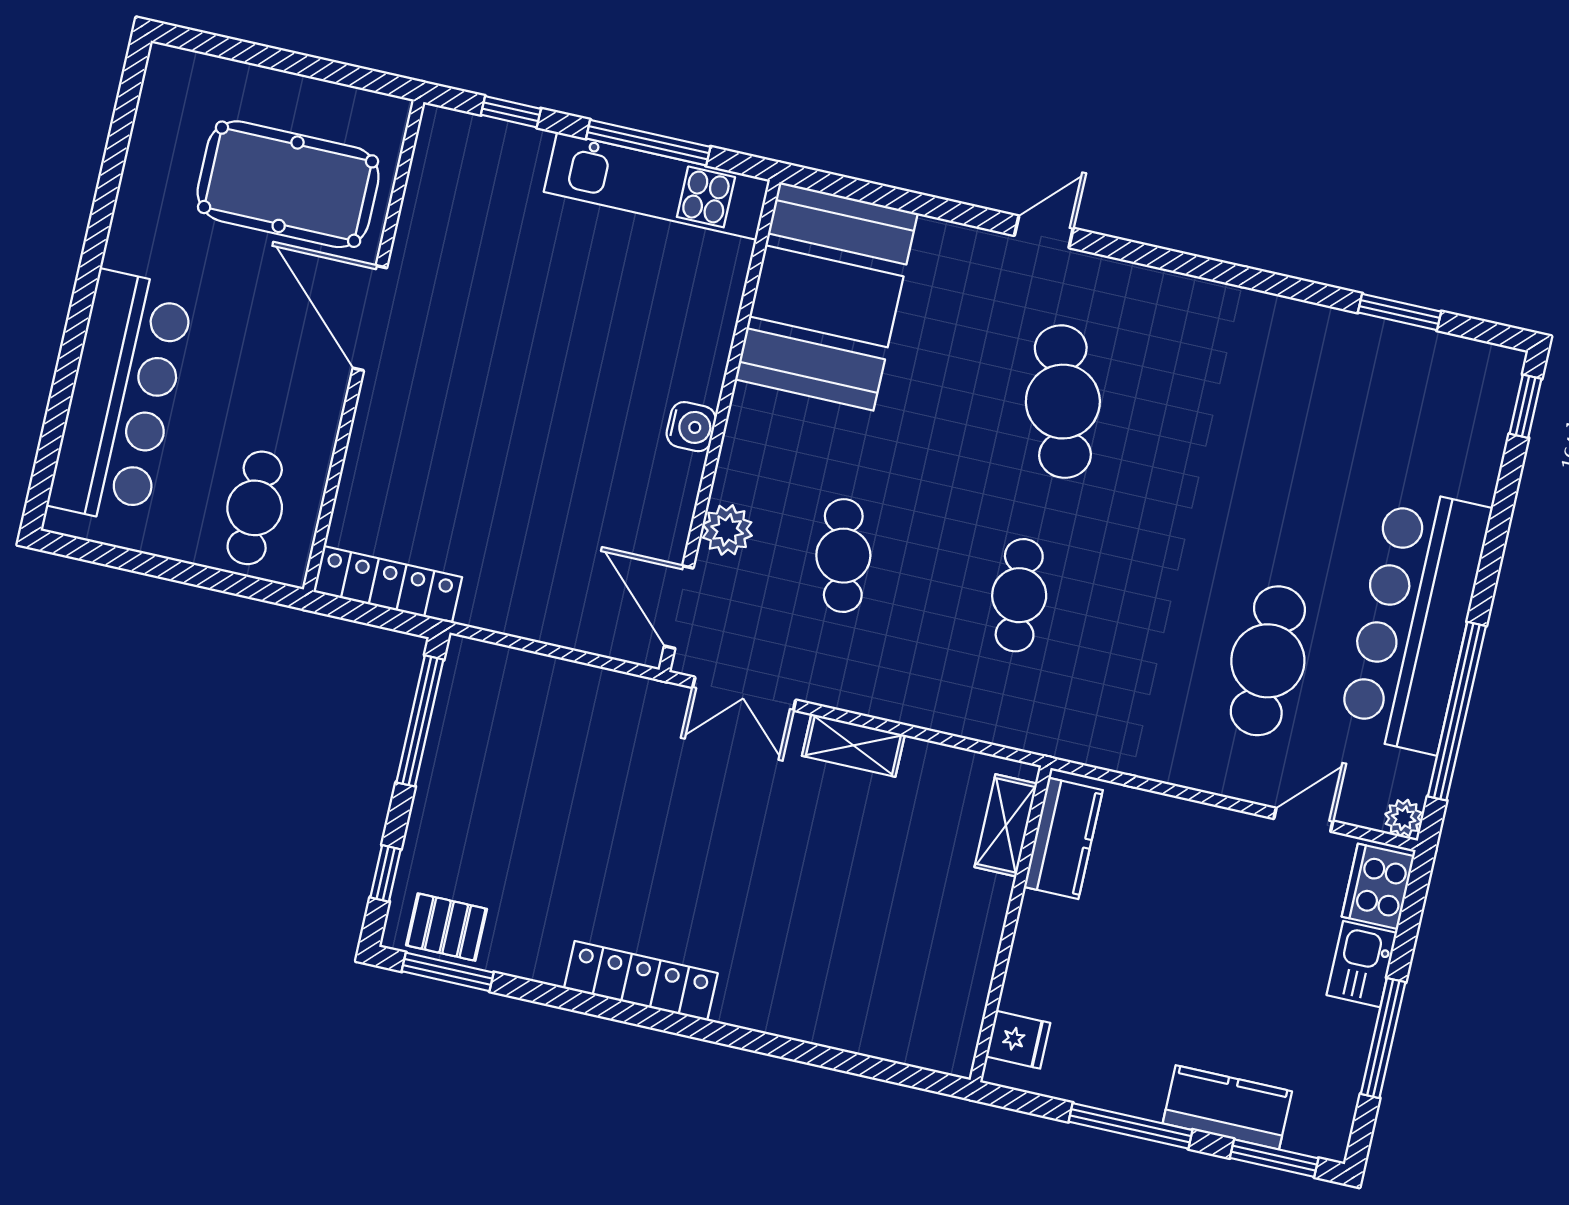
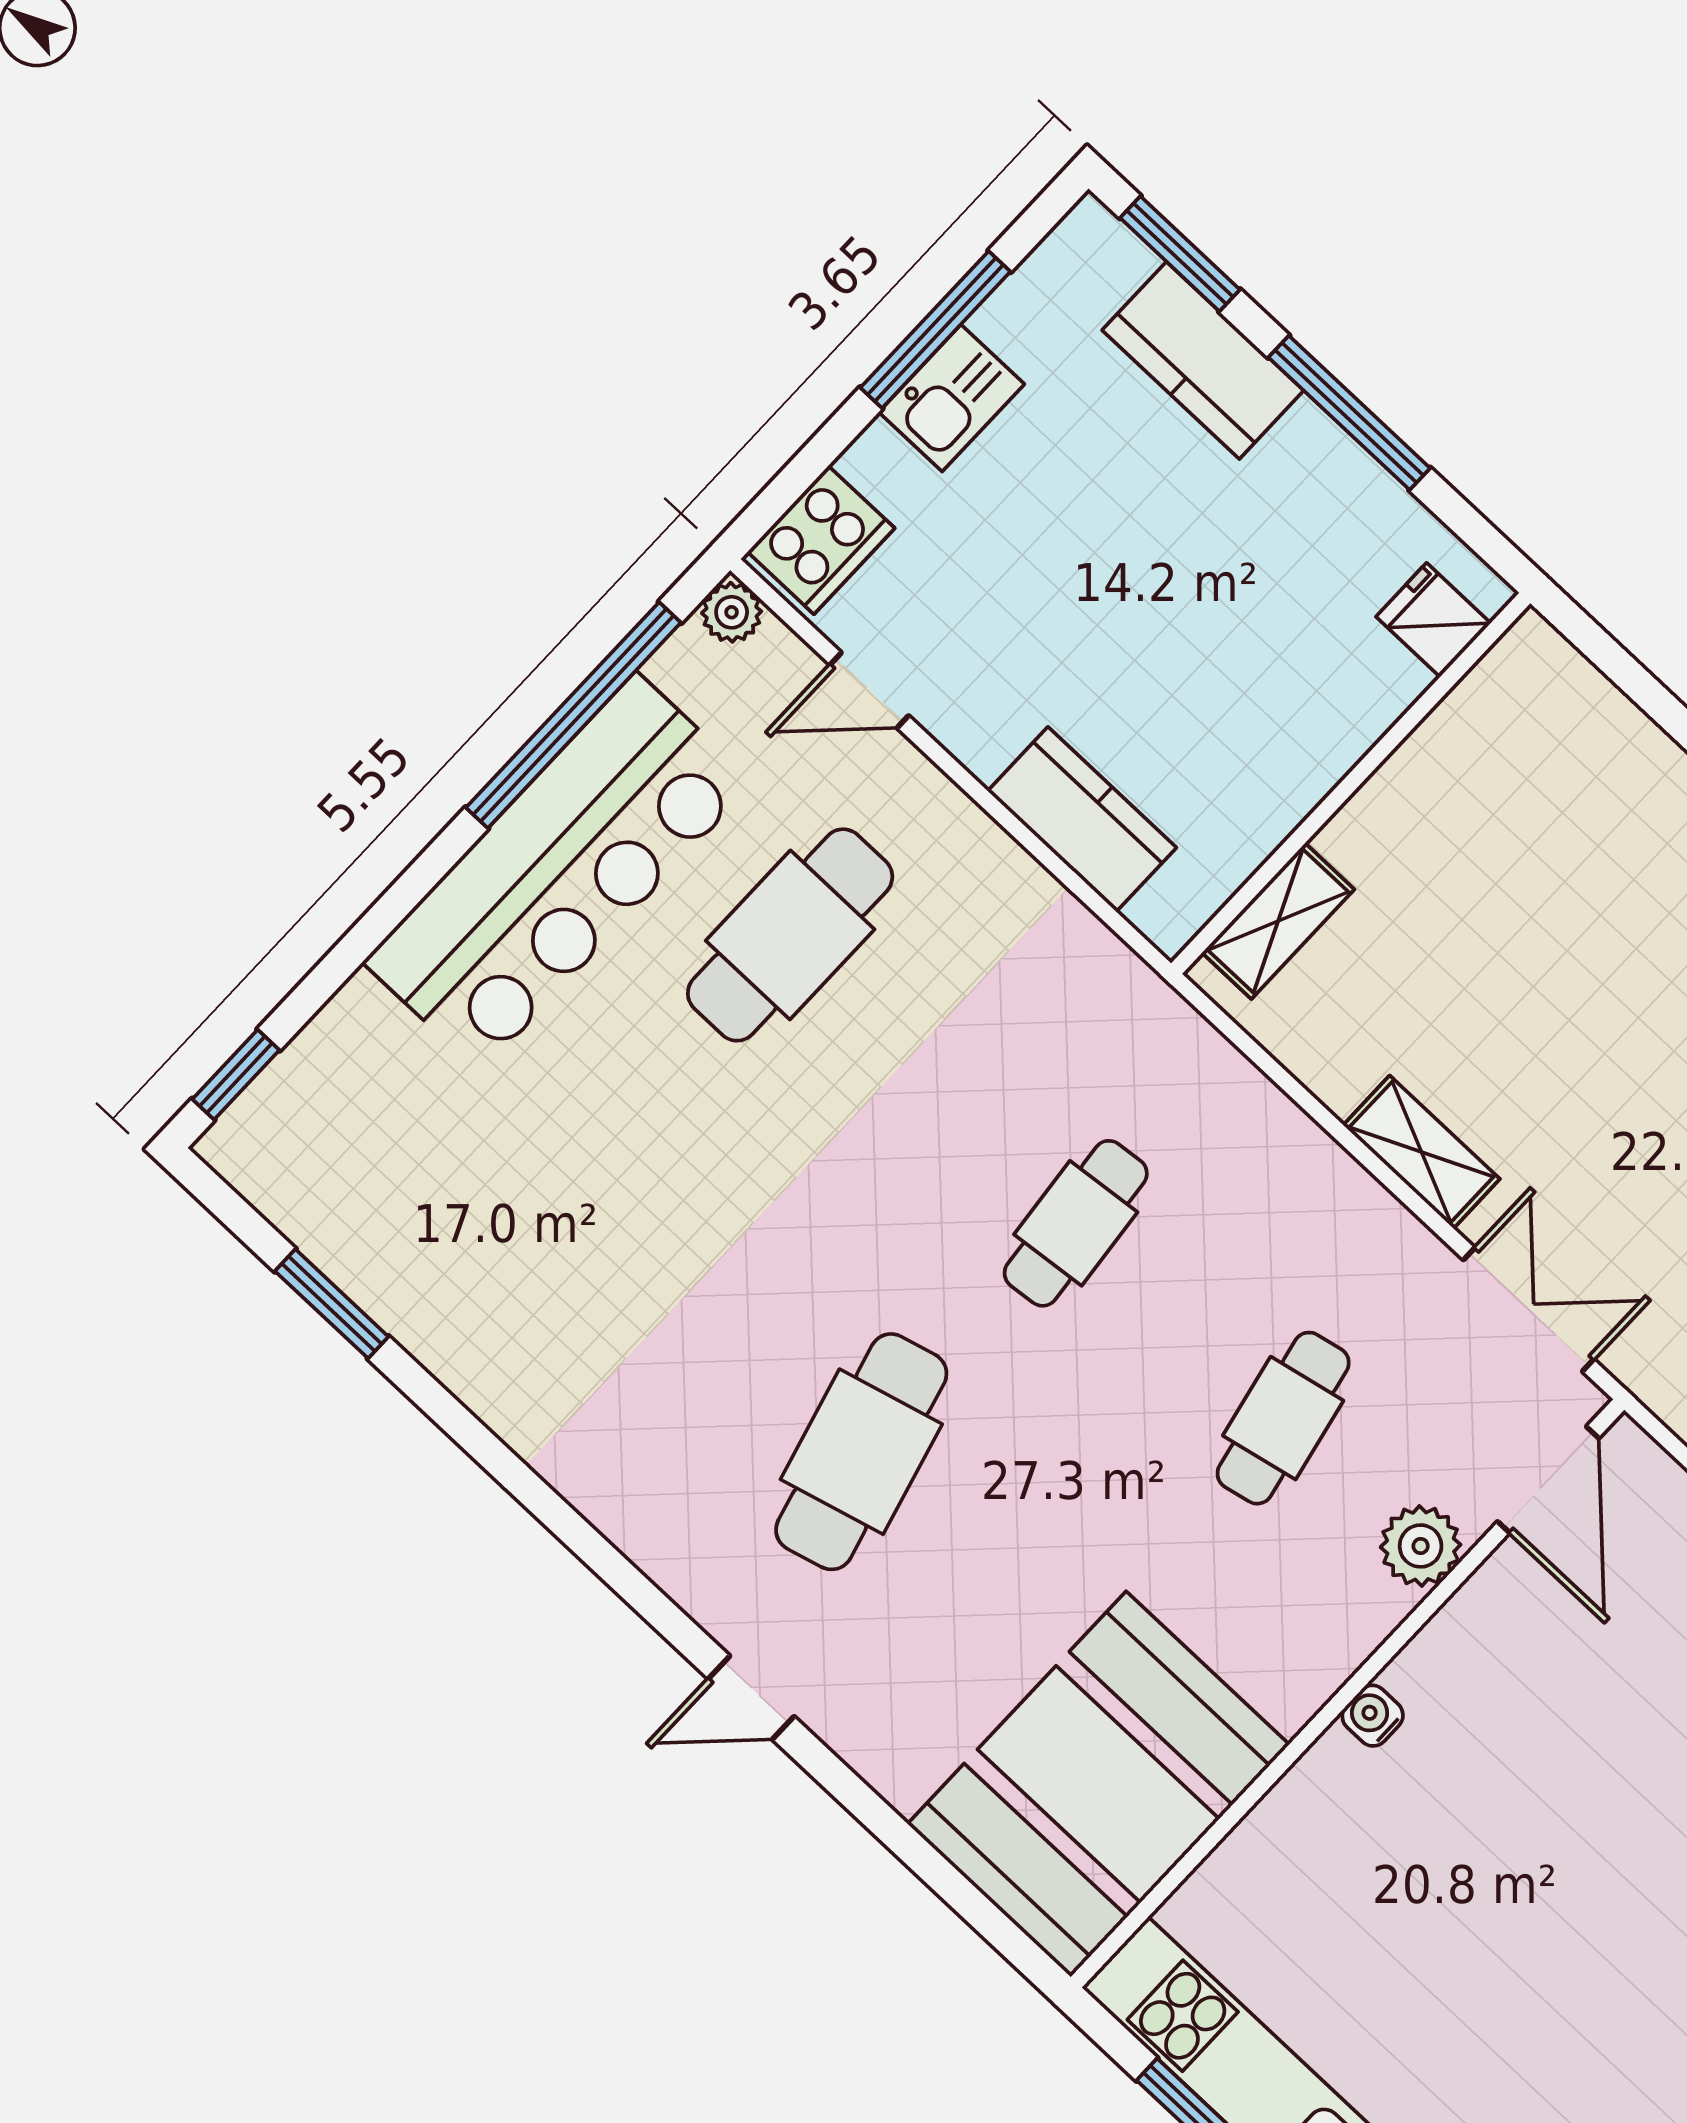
water cooler: (691, 427) -> (1373, 1716), width x0.72, depth x0.72
kitchen counter: (1063, 838) -> (1082, 819), moved, turned 90
kitchen sink: (1362, 964) -> (952, 398), moved

